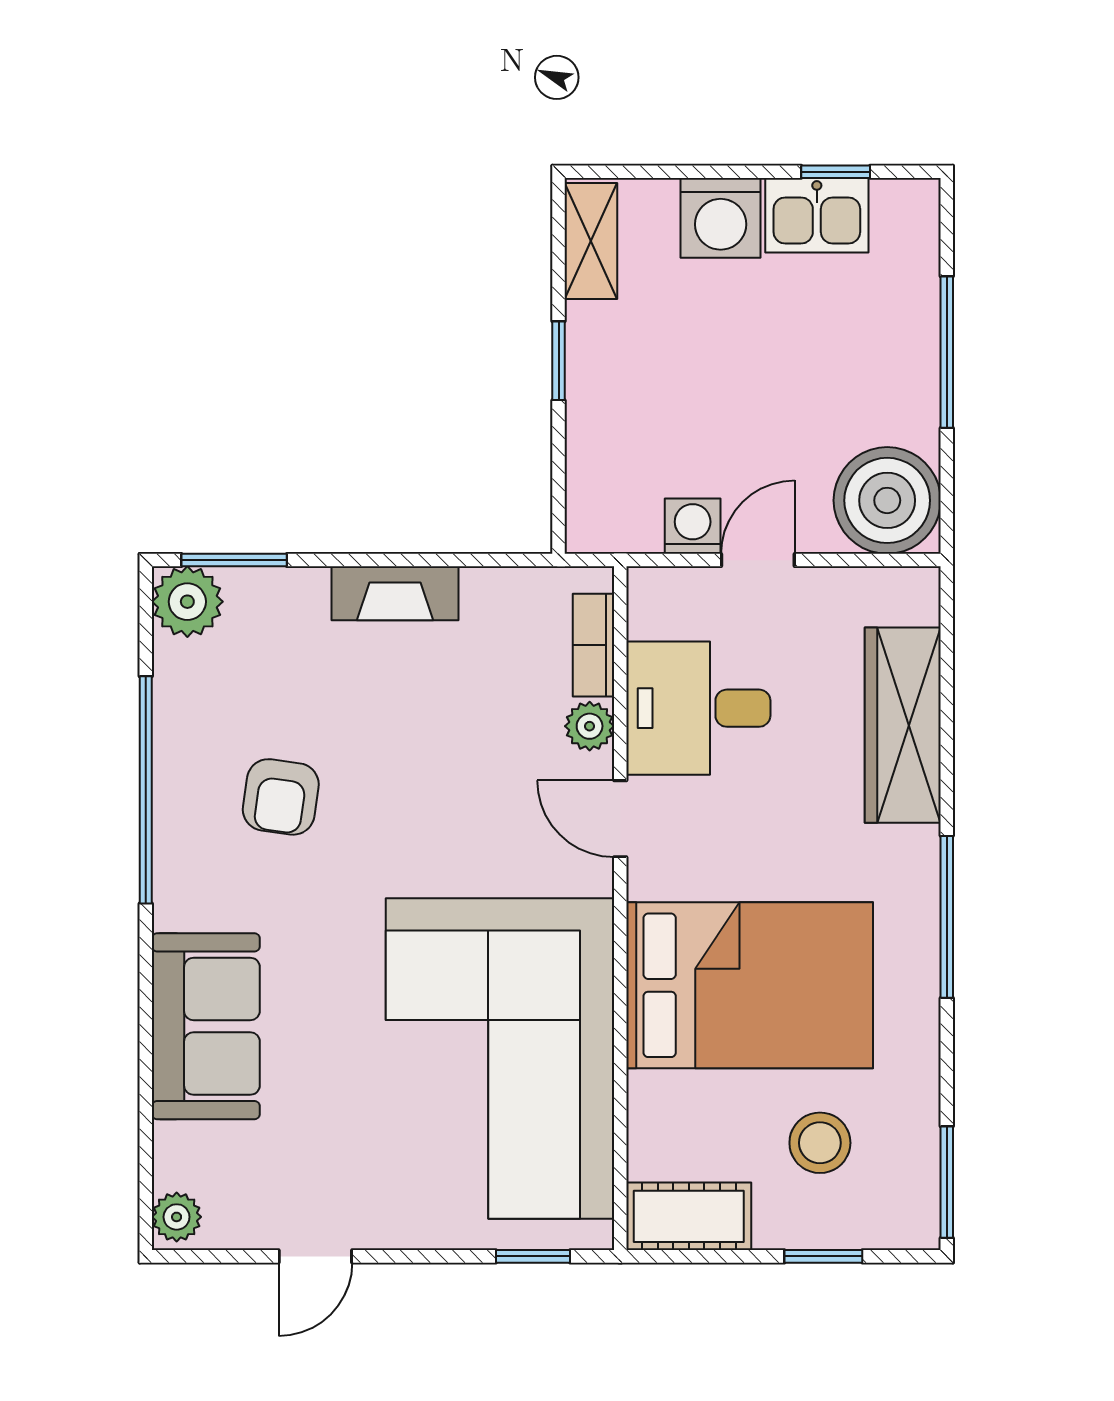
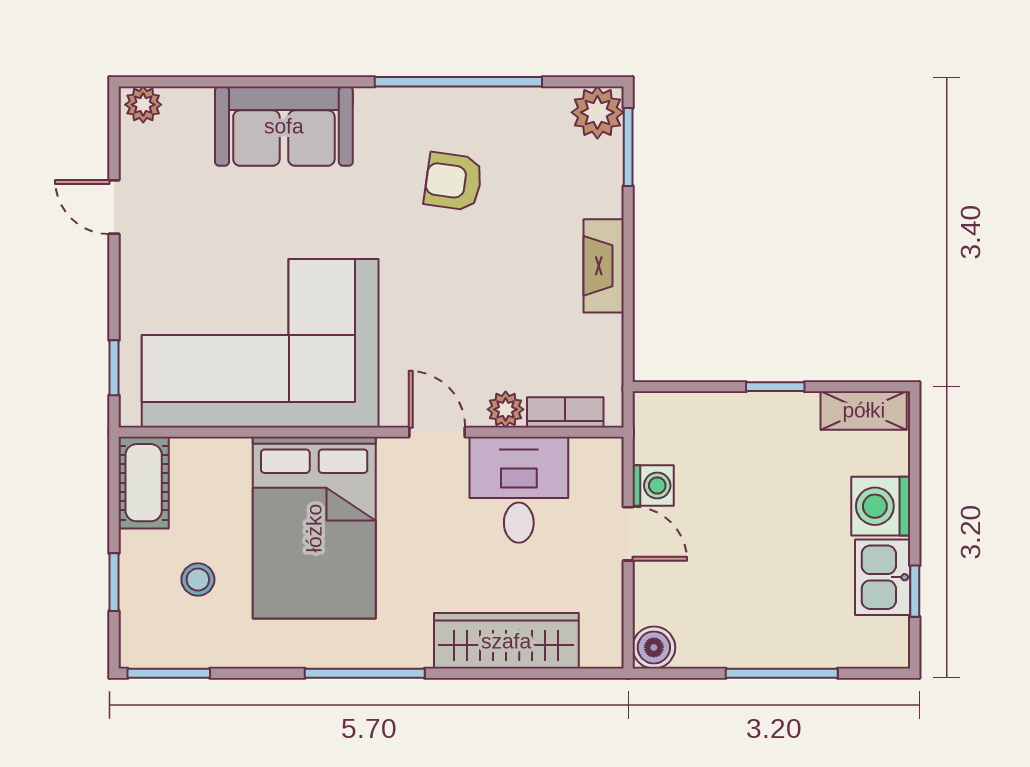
boiler: (887, 500) -> (654, 647), width x0.54, depth x0.54
door: (620, 819) -> (437, 432), hinge flipped
stool: (820, 1143) -> (198, 580), width x0.73, depth x0.73

